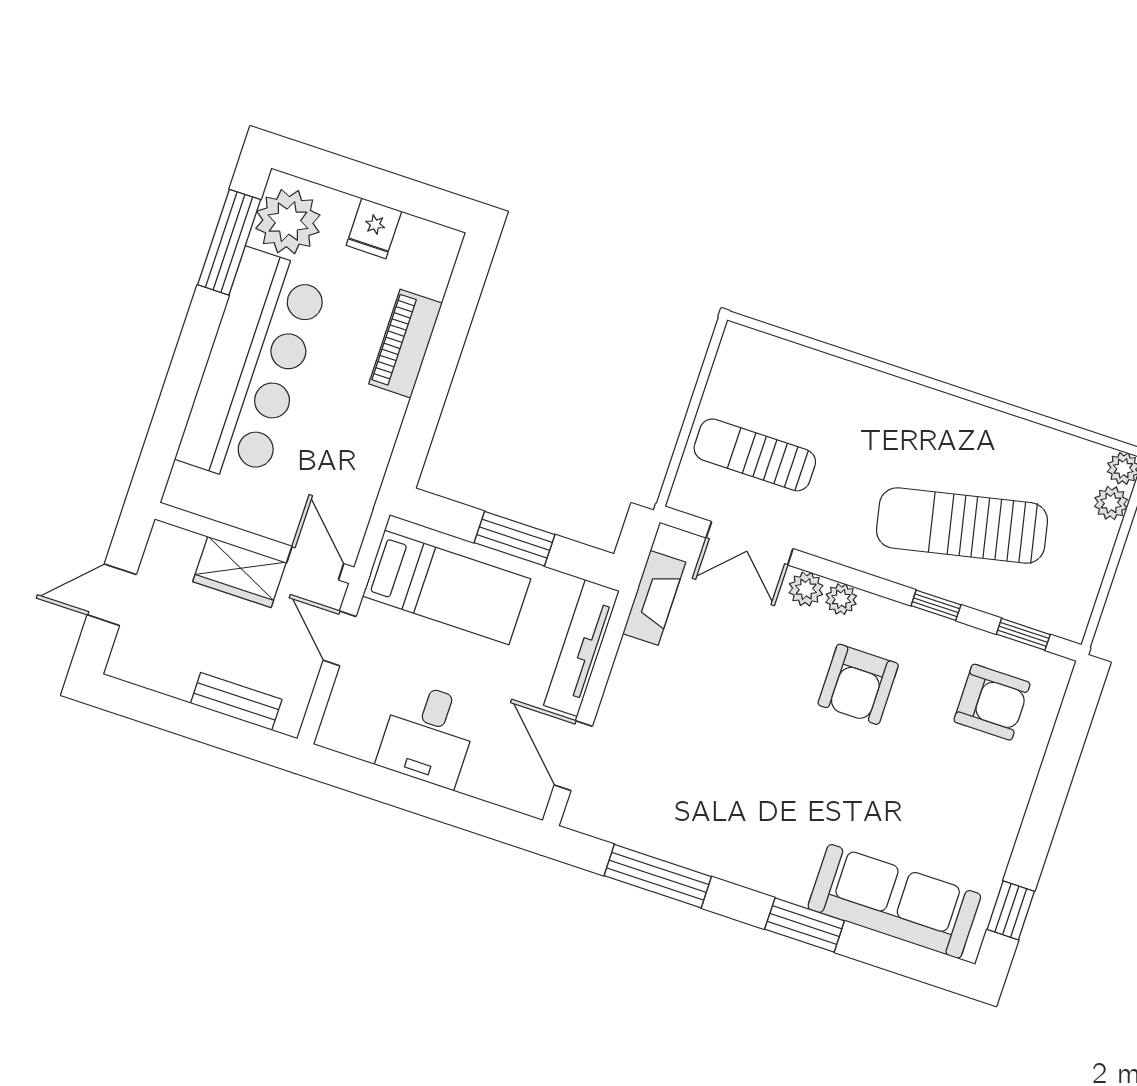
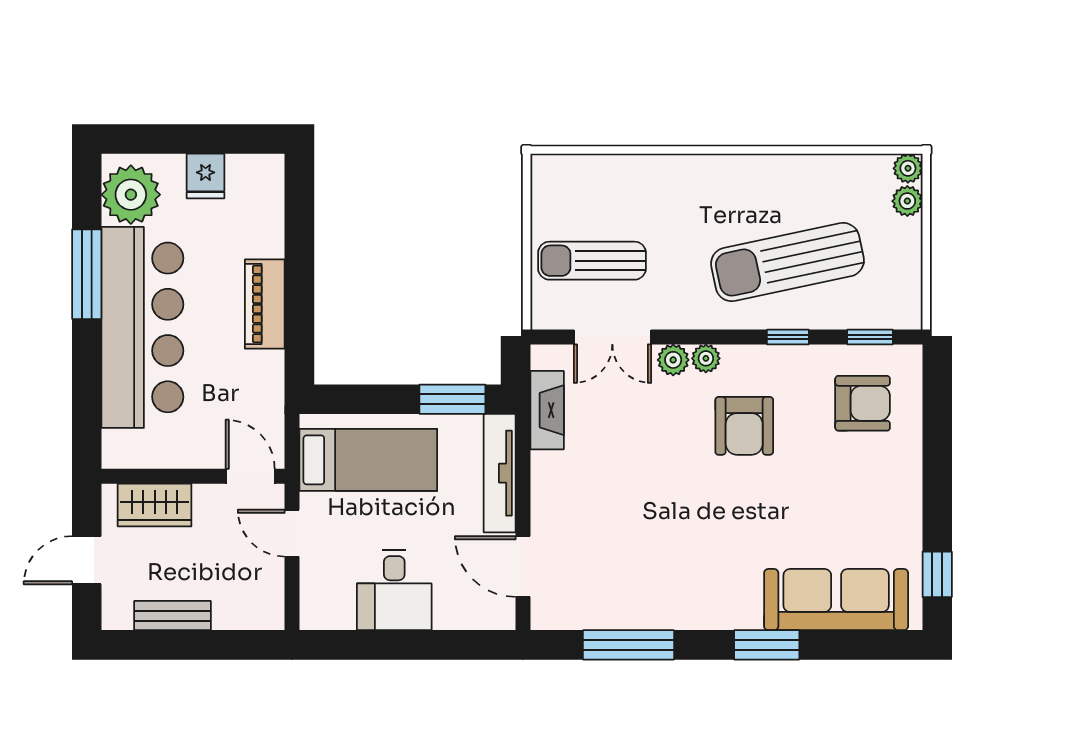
window: (229, 242) -> (87, 274), moved
piano: (405, 344) -> (265, 304), moved
window: (514, 539) -> (452, 399), moved
wardrobe: (239, 572) -> (155, 505), moved
bench: (236, 701) -> (173, 616), moved

